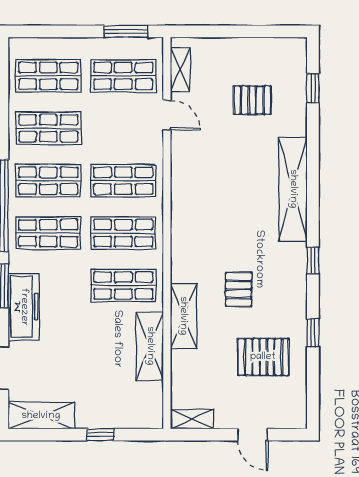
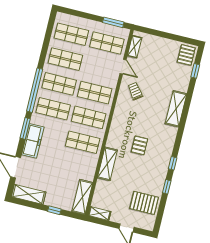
pallet: (252, 100) -> (186, 55), moved, turned 90
trolley: (203, 158) -> (135, 91), added
shelving: (293, 189) -> (176, 109), width x0.68
window: (313, 261) -> (173, 163), moved
pallet: (239, 289) -> (139, 145), moved
shelving: (150, 346) -> (82, 197), moved
pallet: (263, 357) -> (144, 203), moved

